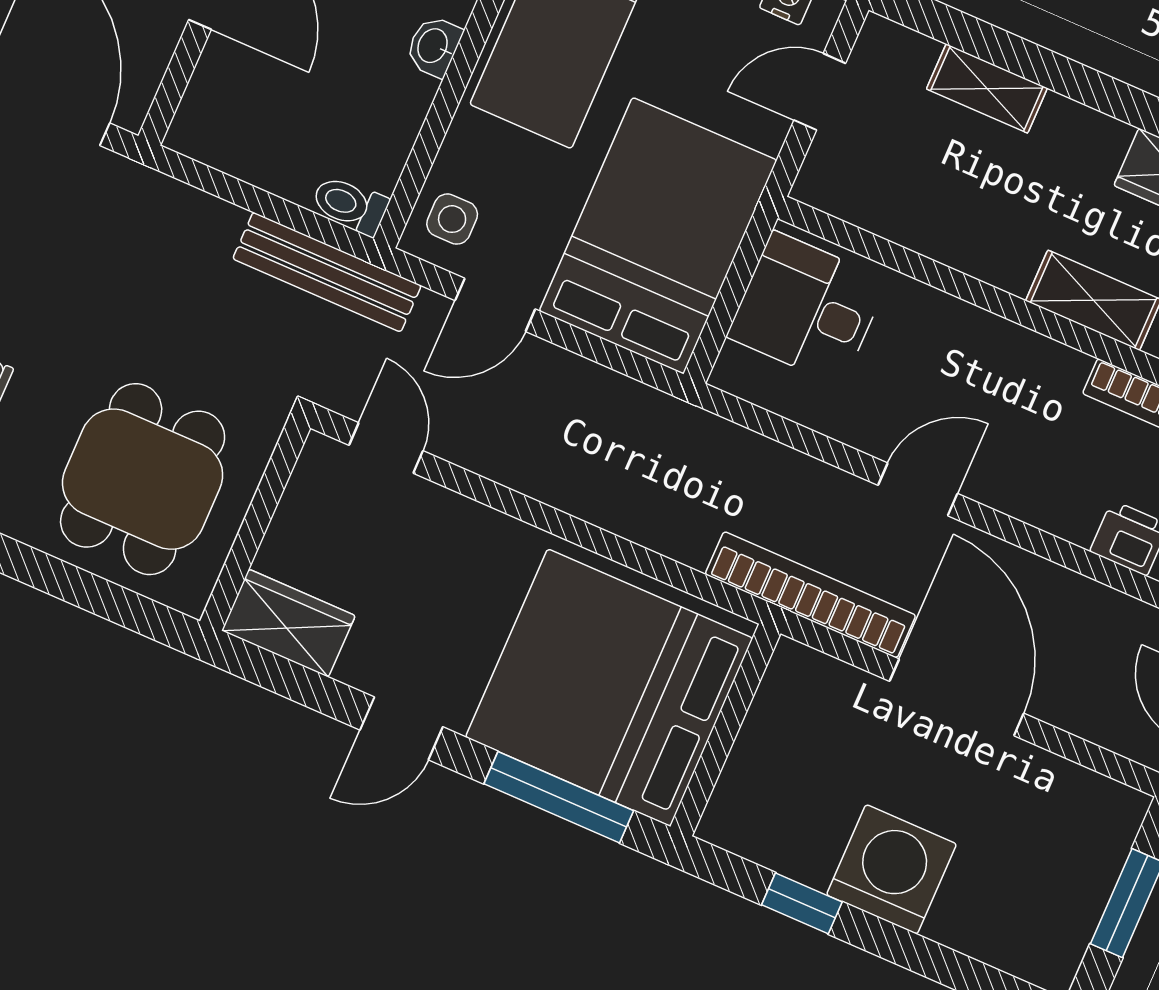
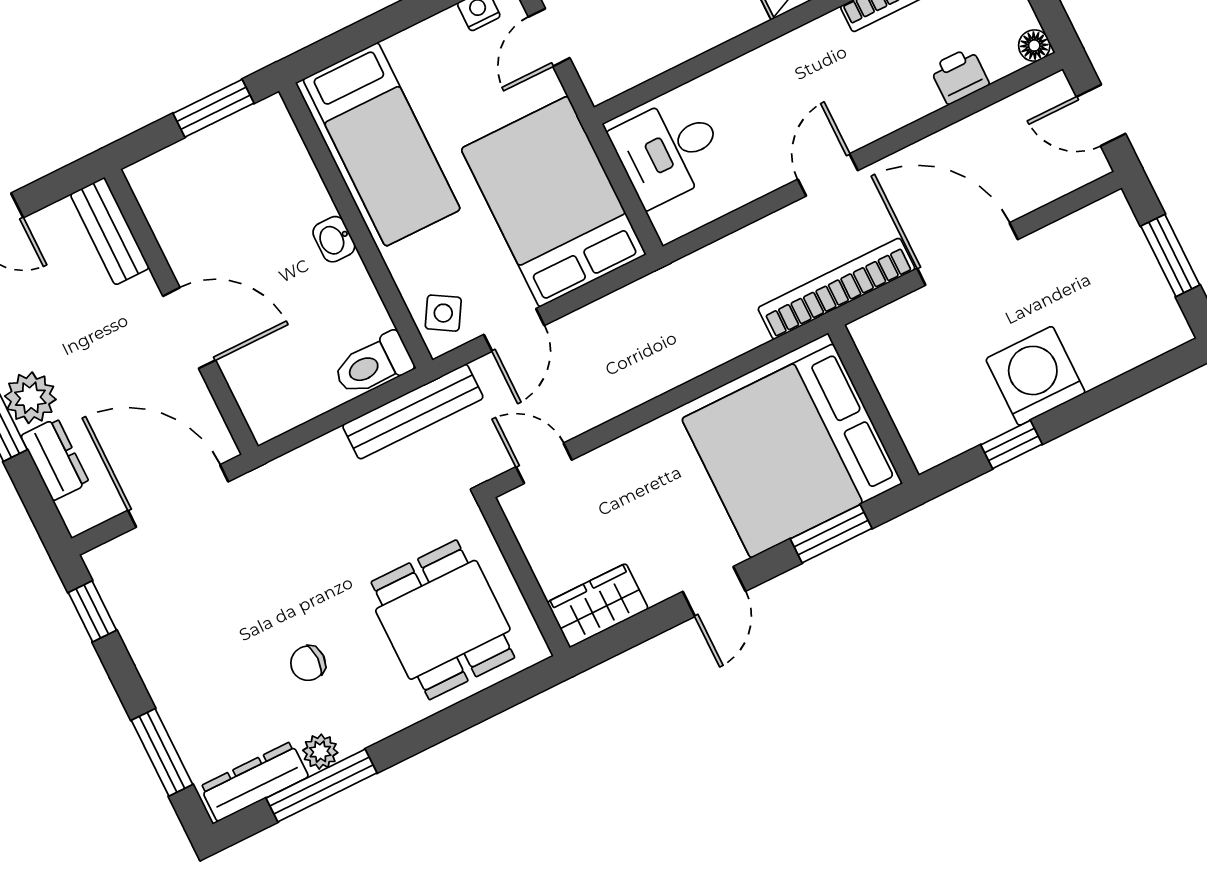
toilet: (350, 205) -> (373, 365), width x1.37, depth x1.39
side table: (452, 219) -> (443, 313), turned 31
window: (559, 797) -> (831, 534), width x0.69

